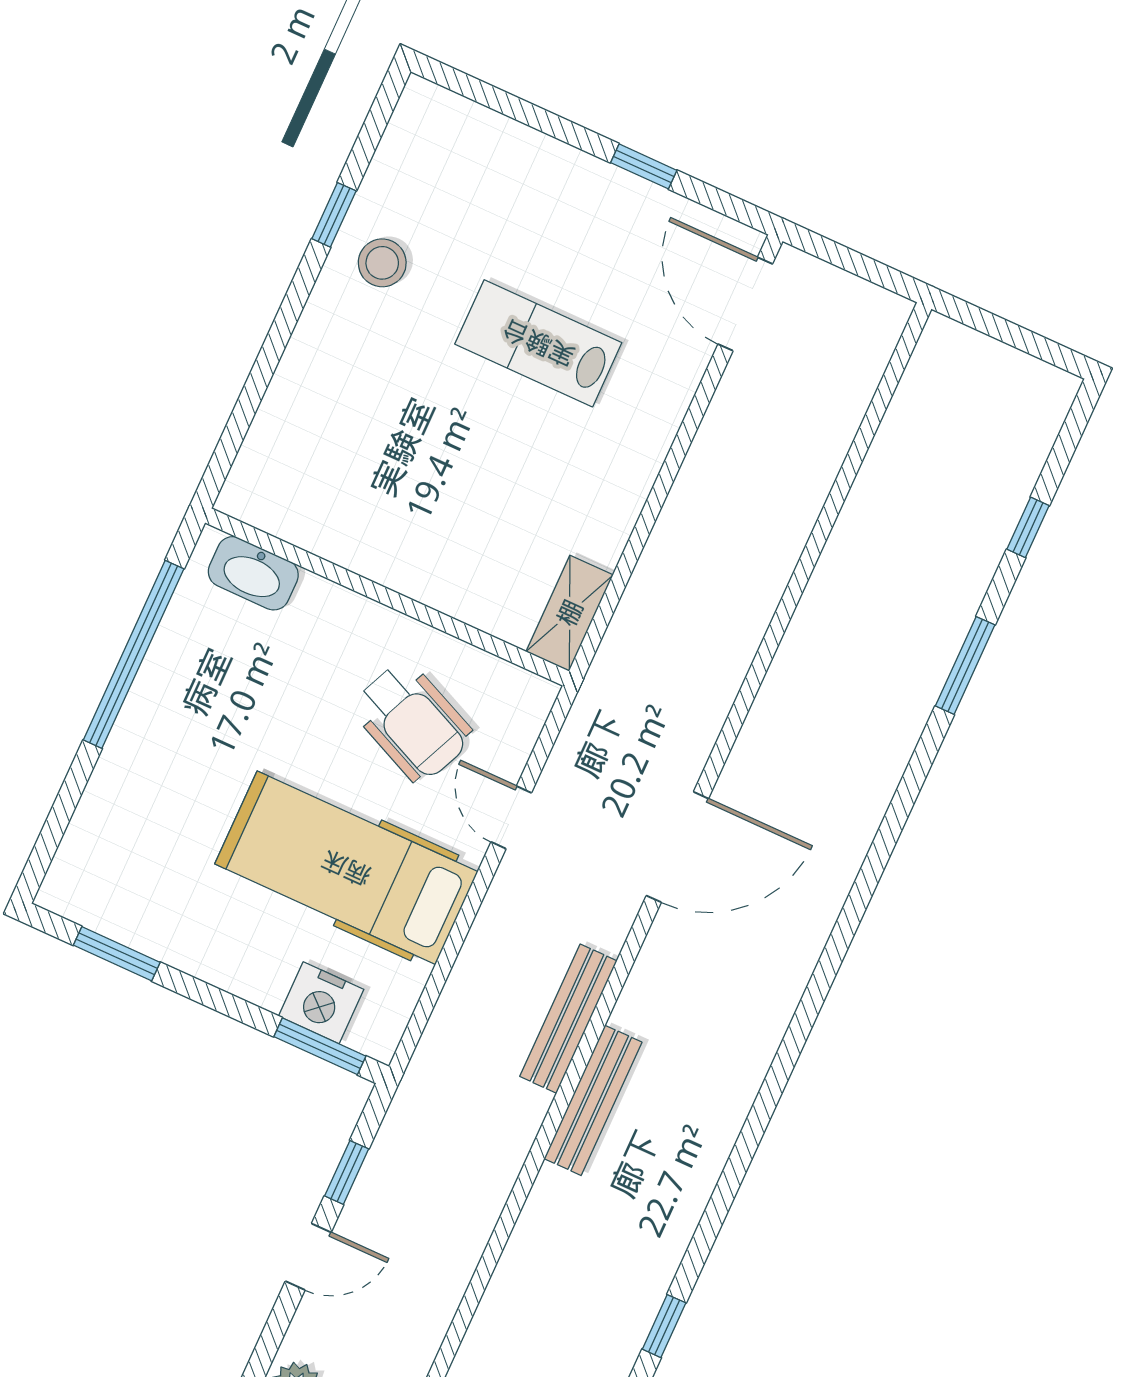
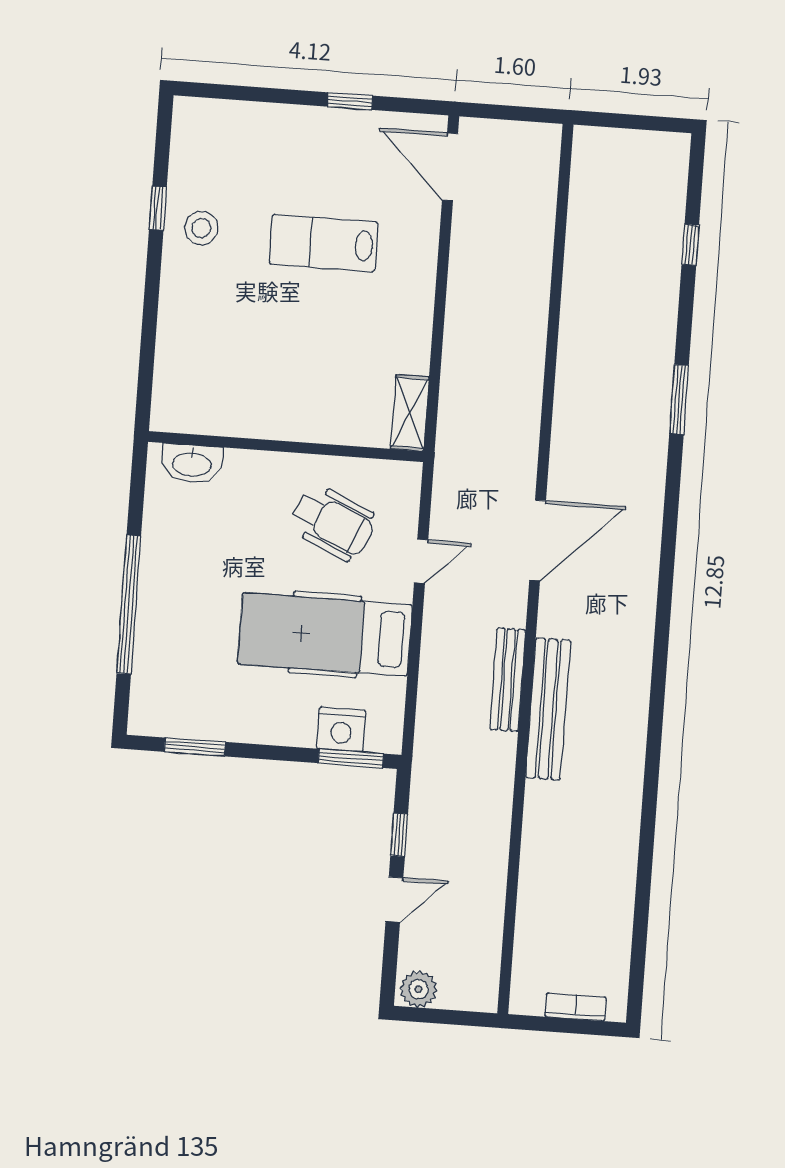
window: (134, 654) -> (129, 605), moved
window: (965, 665) -> (679, 400), moved
door: (511, 817) -> (421, 561), swing flipped
bench: (593, 1100) -> (548, 709), width x1.37, depth x1.21
window: (664, 1326) -> (645, 859), removed

